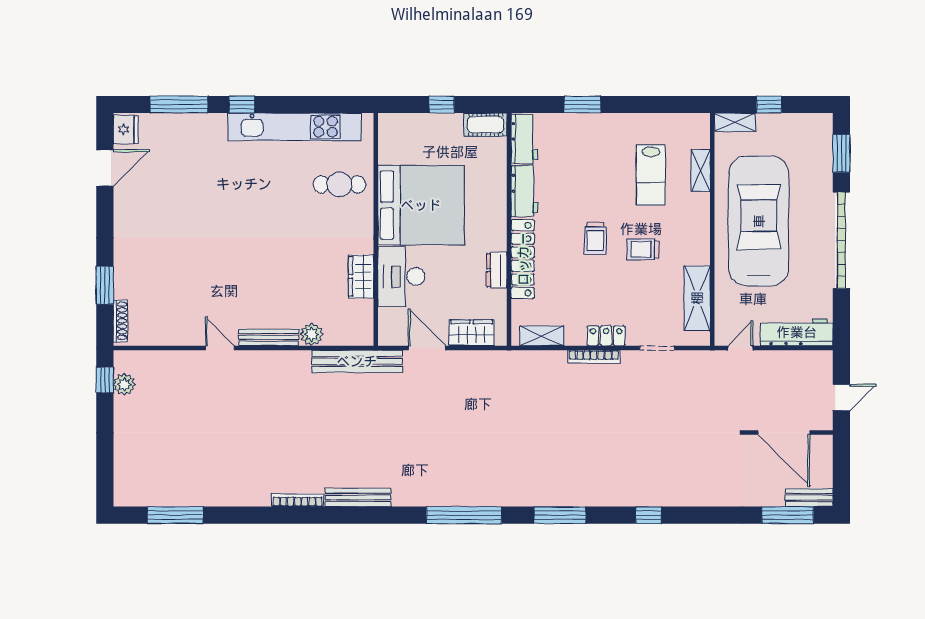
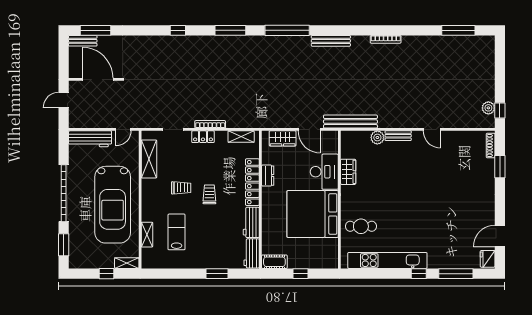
bench: (269, 337) -> (398, 136), width x0.73
bench: (358, 498) -> (331, 41), moved

